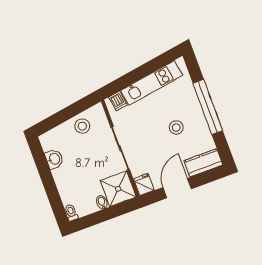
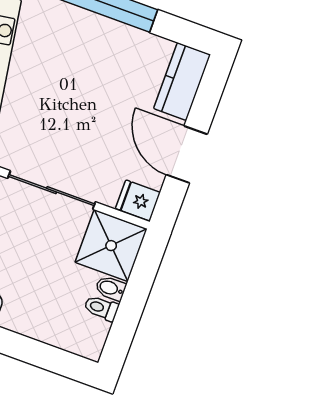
stool: (176, 127) -> (93, 77), removed
toilet: (71, 213) -> (101, 308), moved

